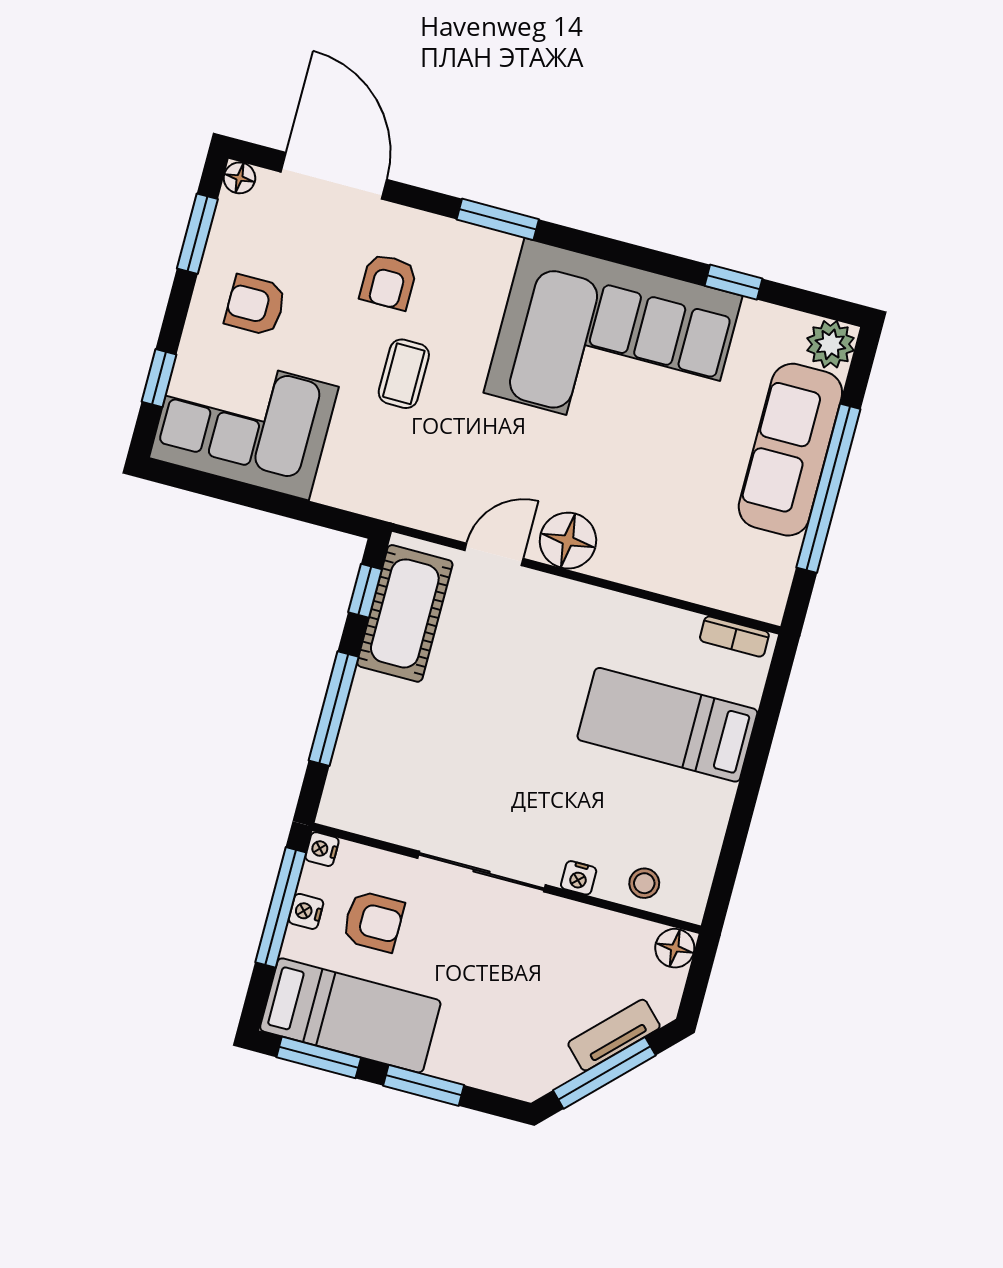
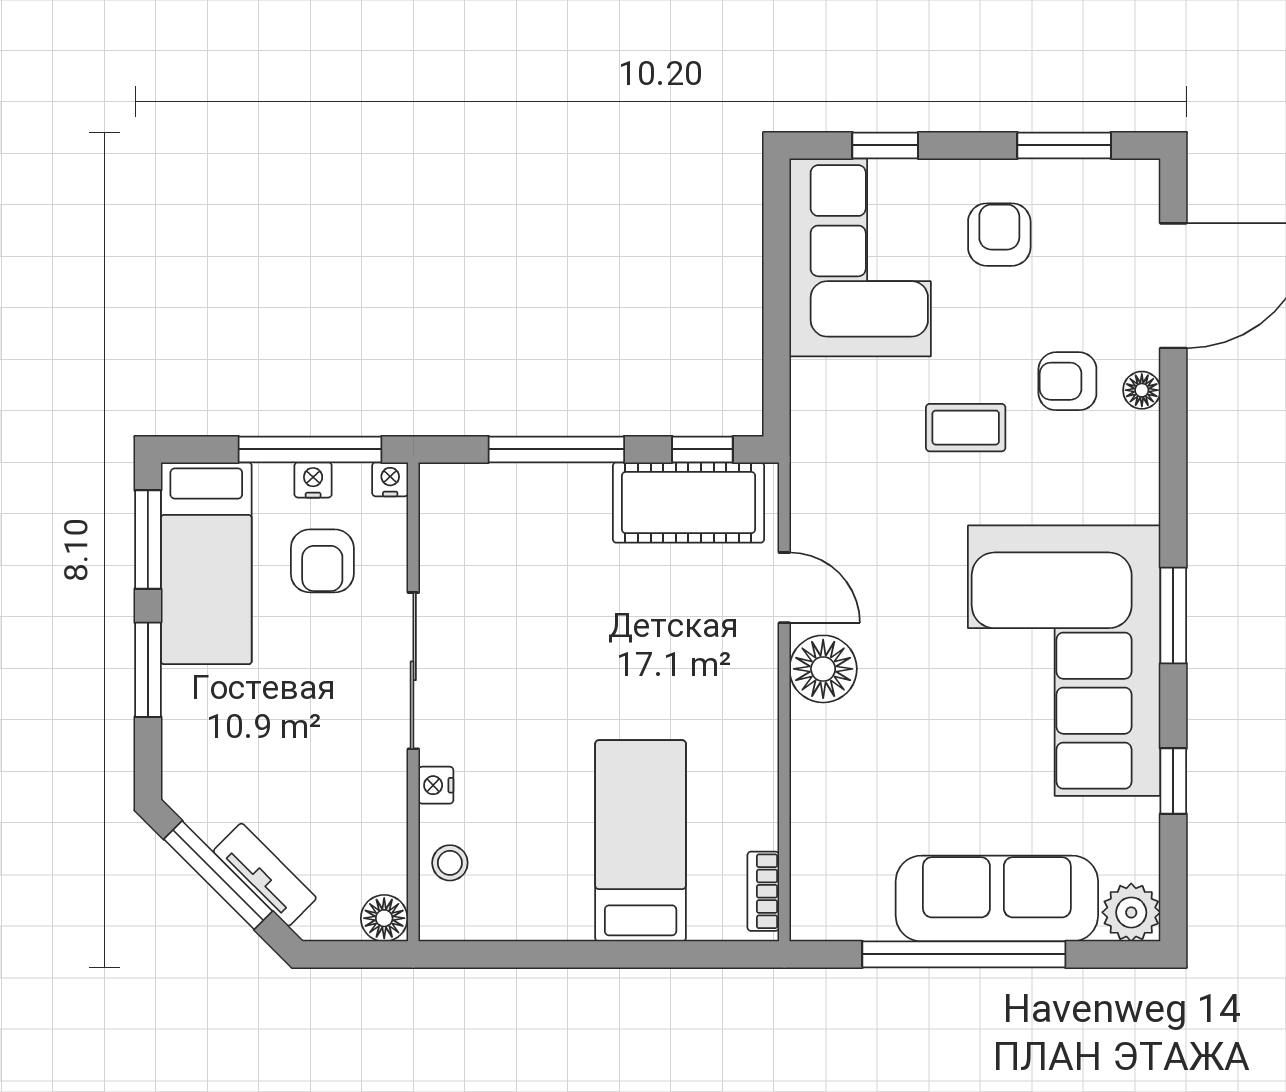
floor lamp: (239, 178) -> (1142, 390), moved
window: (498, 219) -> (1173, 615), moved

